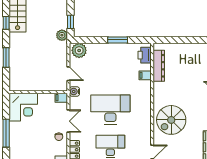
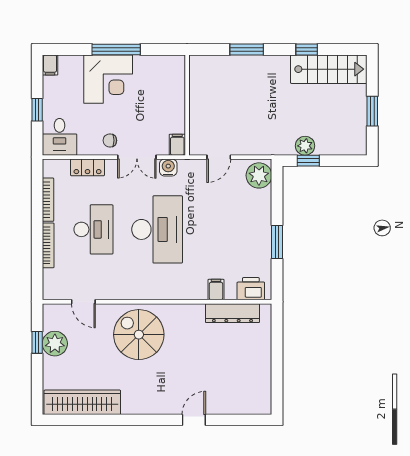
plant: (62, 35) -> (305, 146), moved
water cooler: (74, 92) -> (168, 167), moved
corner desk: (23, 107) -> (108, 79), moved, turned -90

